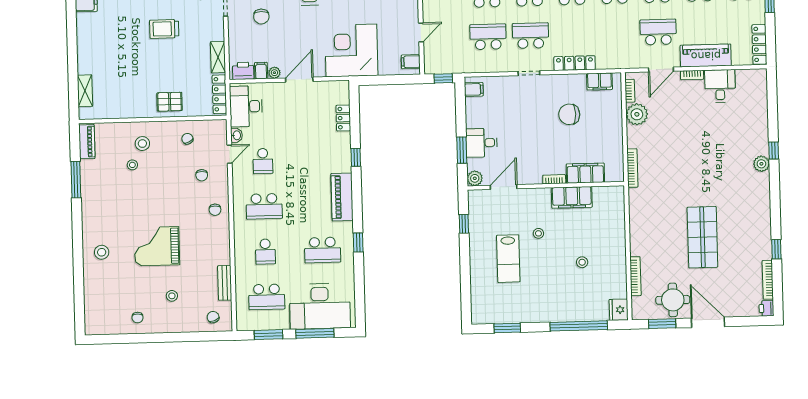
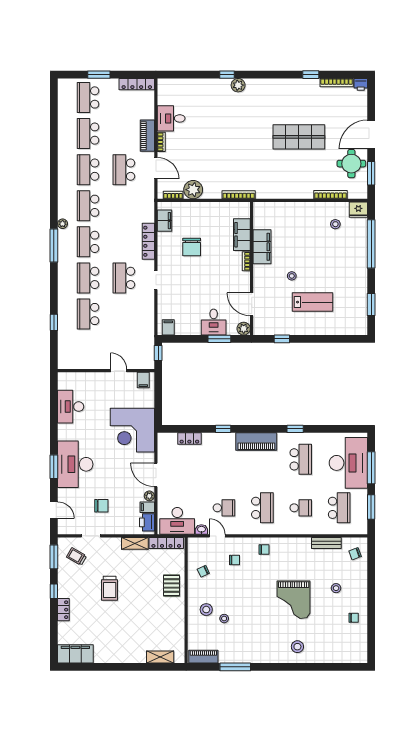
school desk: (488, 37) -> (124, 314), removed
piano: (706, 56) -> (147, 136), width x0.73, depth x0.75
stool: (582, 262) -> (335, 224), moved

